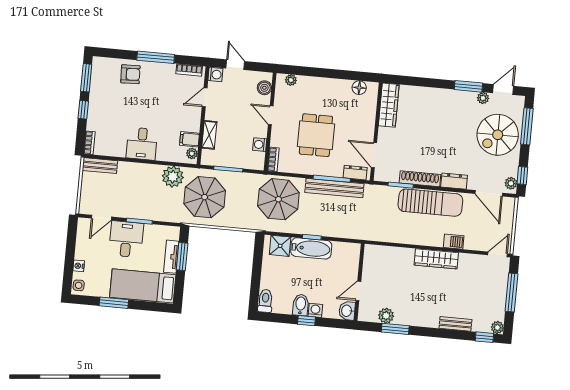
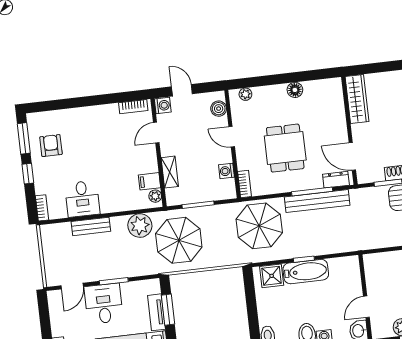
window: (156, 57) -> (94, 100), removed
armchair: (130, 74) -> (51, 146), moved, turned -88
floor lamp: (359, 88) -> (295, 90), moved
desk: (142, 144) -> (82, 199), moved
bench: (100, 166) -> (91, 226), moved

